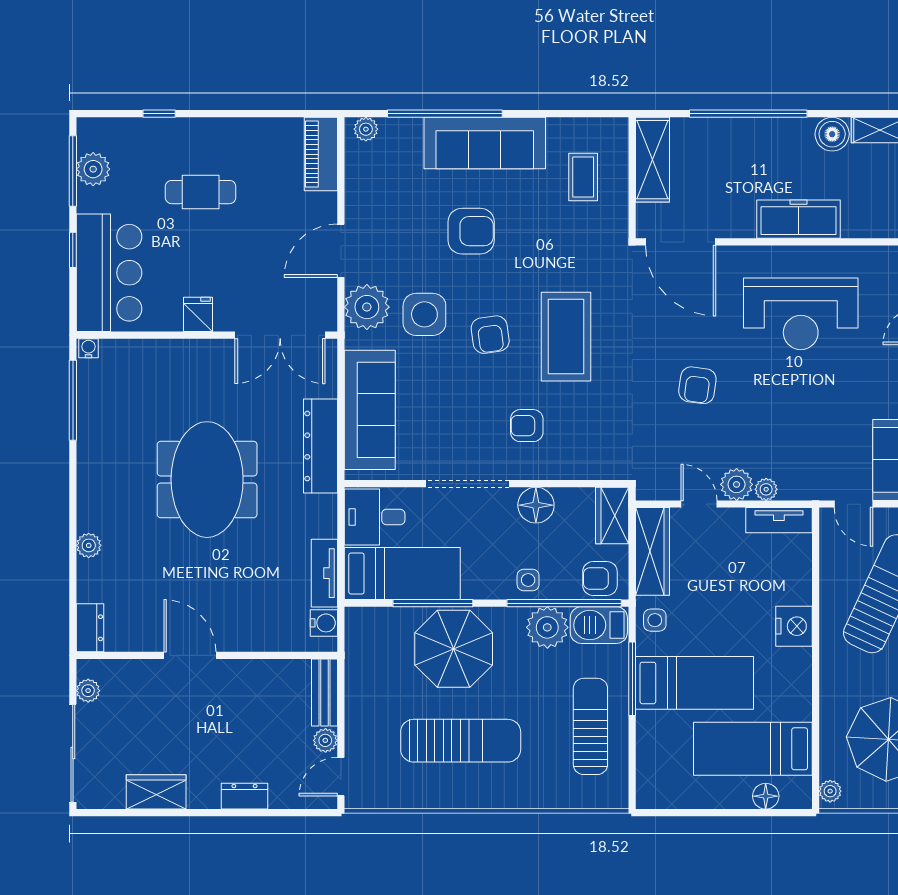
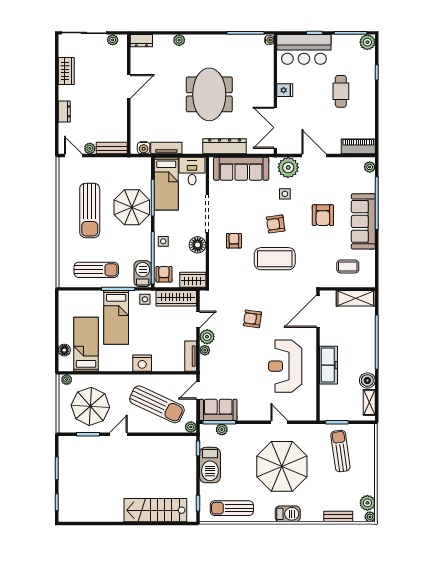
plant: (93, 169) -> (367, 42), moved
side table: (424, 314) -> (285, 194), width x0.54, depth x0.54
meeting table: (207, 480) -> (209, 94), turned 90
plant: (547, 627) -> (142, 250), removed

